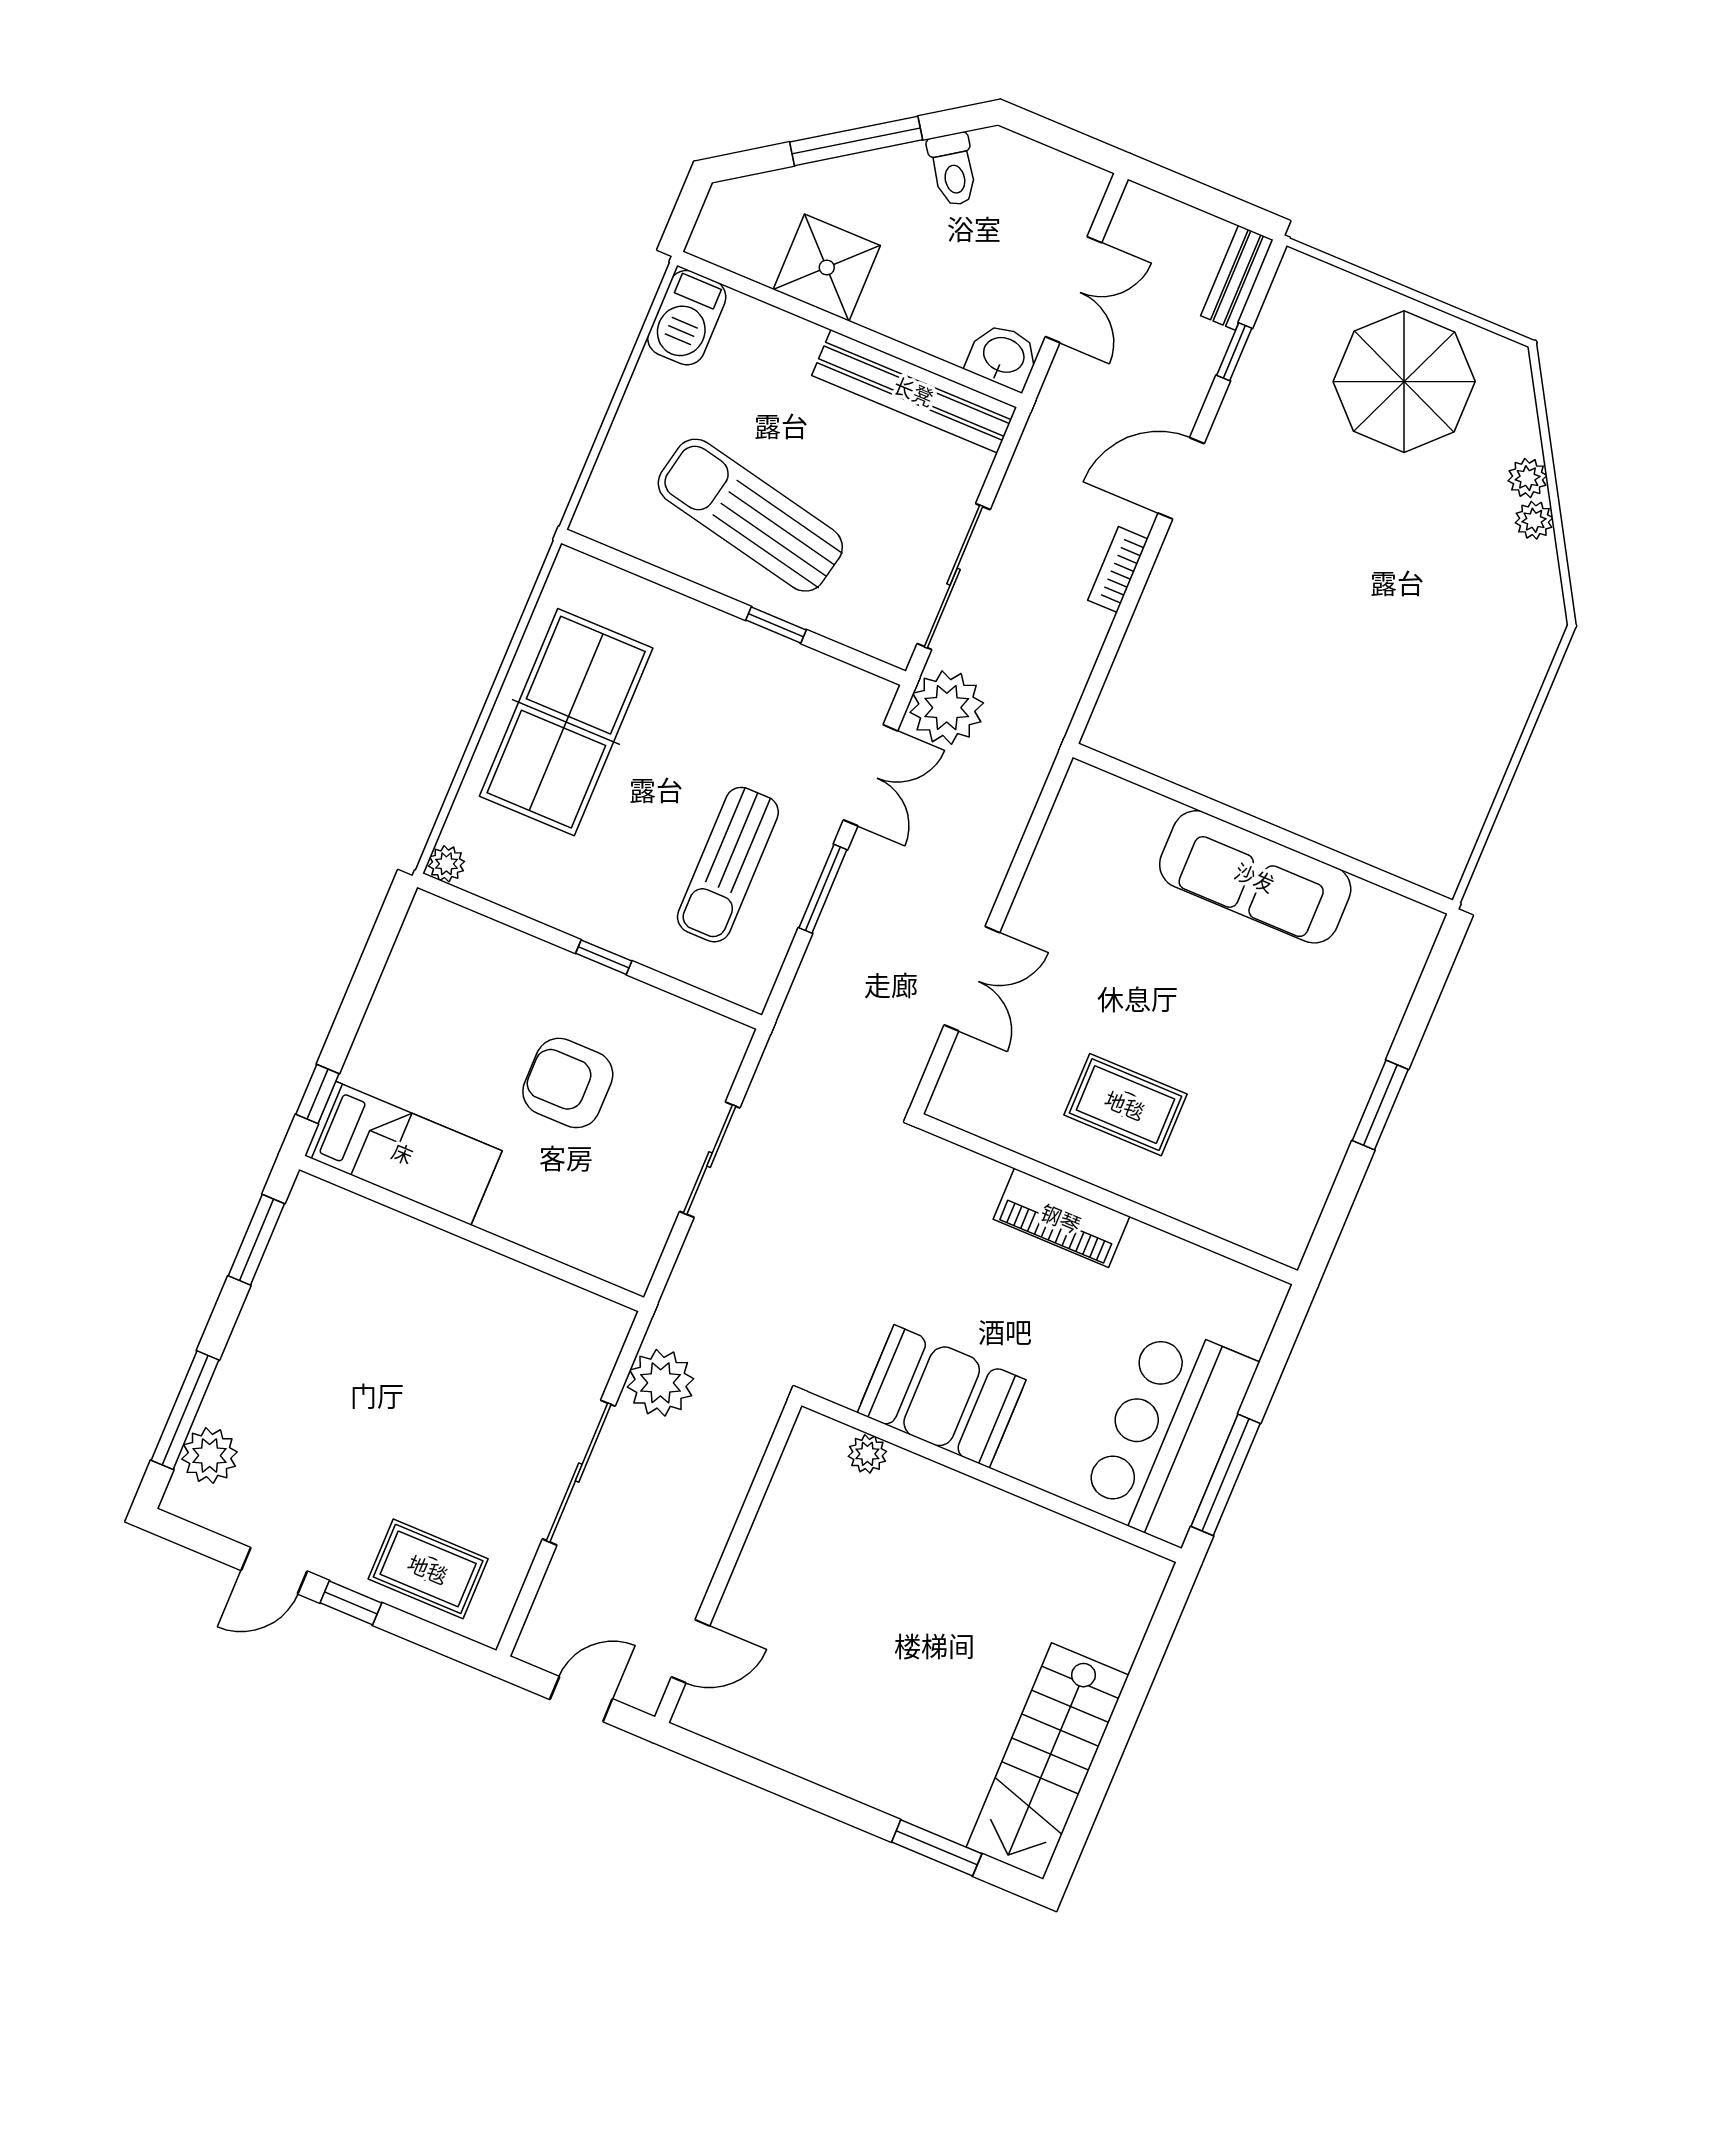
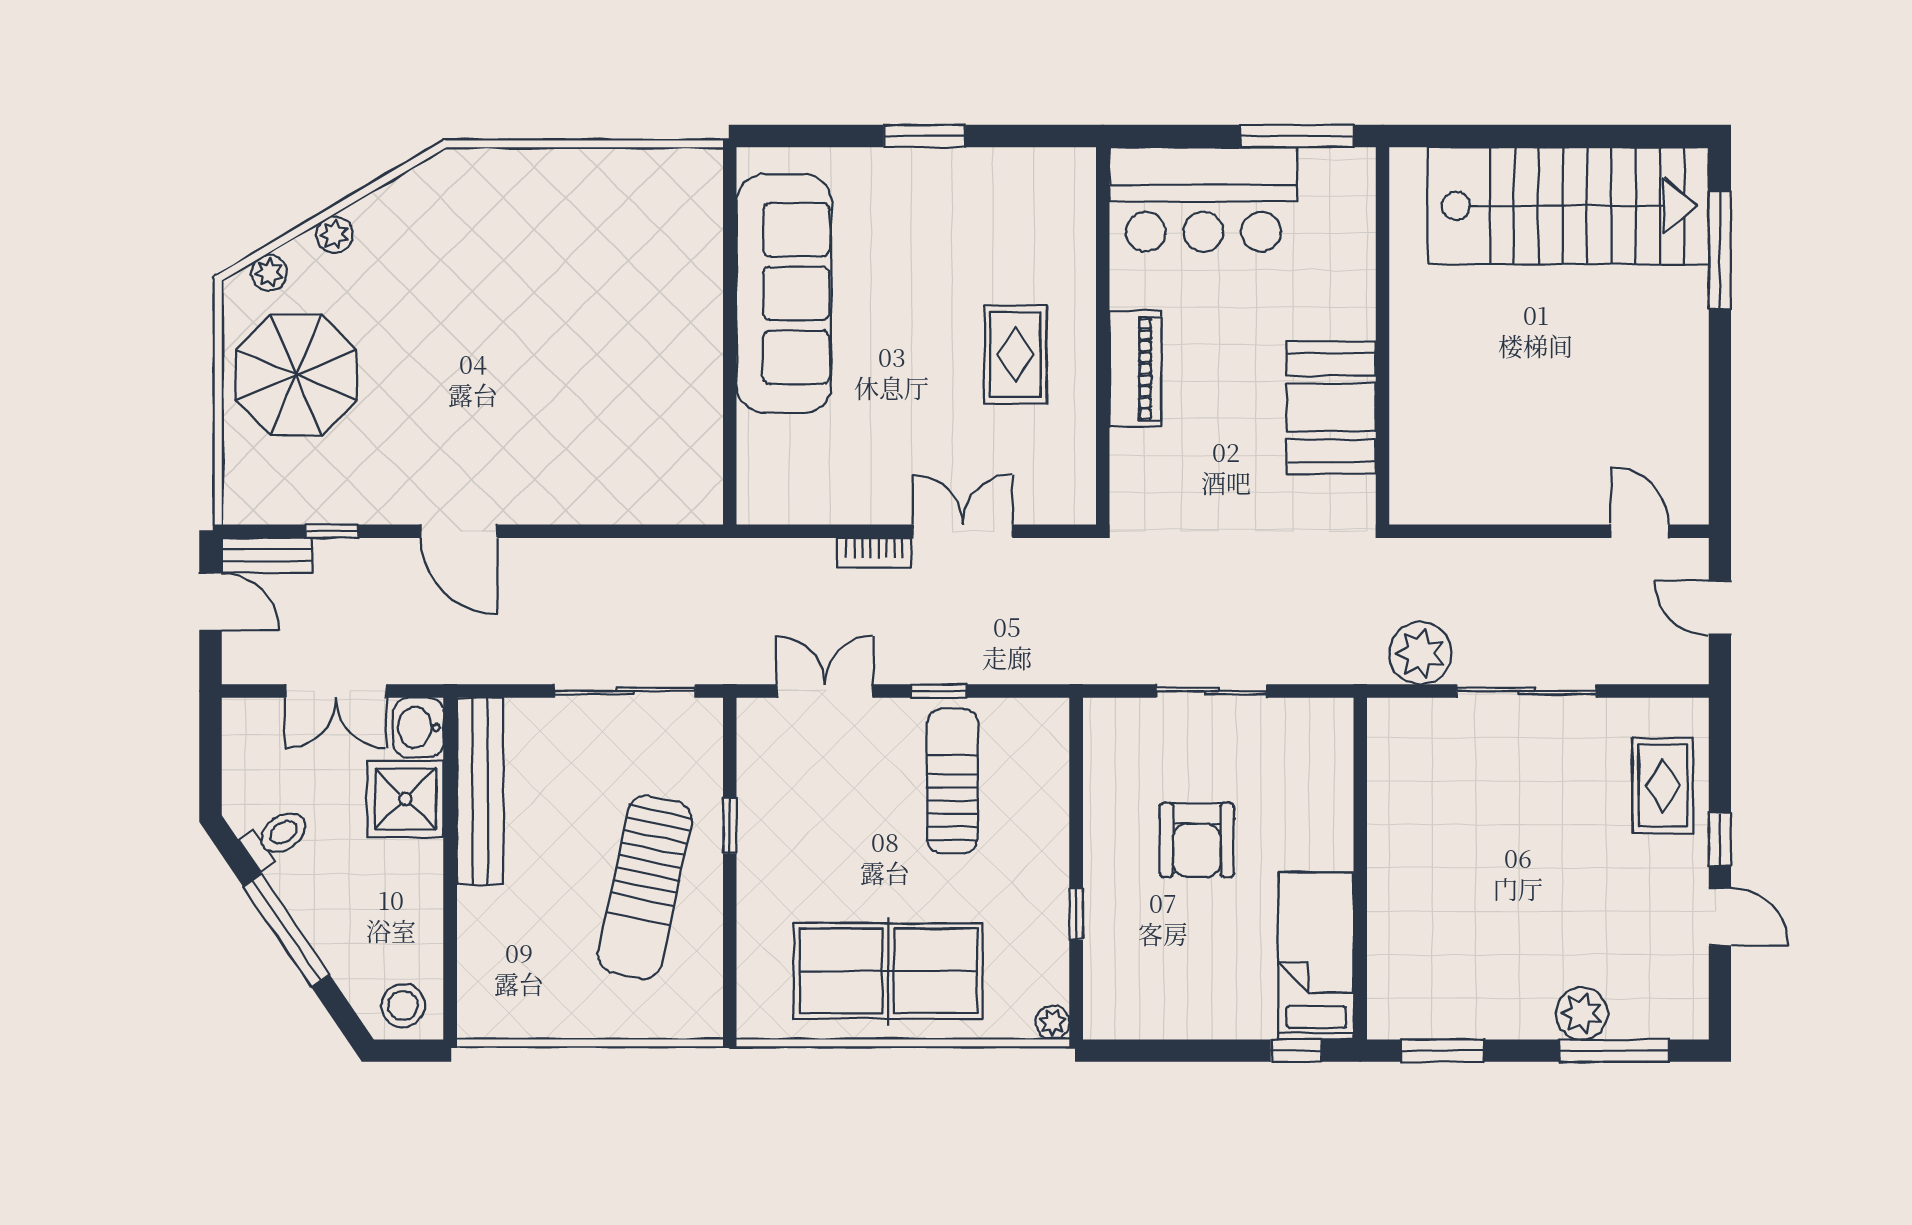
door: (1215, 202) -> (210, 602), added
stool: (733, 226) -> (403, 1006), added
shower: (827, 267) -> (405, 799), moved
double door: (1074, 290) -> (336, 691), swing flipped
barbecue: (687, 318) -> (498, 1012), removed
plant: (1534, 520) -> (269, 273), moved
bookcase: (1118, 570) -> (874, 553), moved
plant: (947, 708) -> (739, 650), removed
sun lounger: (728, 865) -> (952, 781), turned -90
sofa: (1255, 877) -> (784, 293), width x1.36, depth x1.27
window: (823, 889) -> (939, 691), width x0.67
window: (604, 957) -> (1076, 914), moved
bar counter: (1169, 1434) -> (1203, 199), moved
plant: (867, 1454) -> (1407, 450), removed
plant: (210, 1456) -> (1582, 1013), moved
stairs: (1048, 1761) -> (1568, 206), width x1.36, depth x1.51
window: (937, 1848) -> (1720, 250), width x1.44

